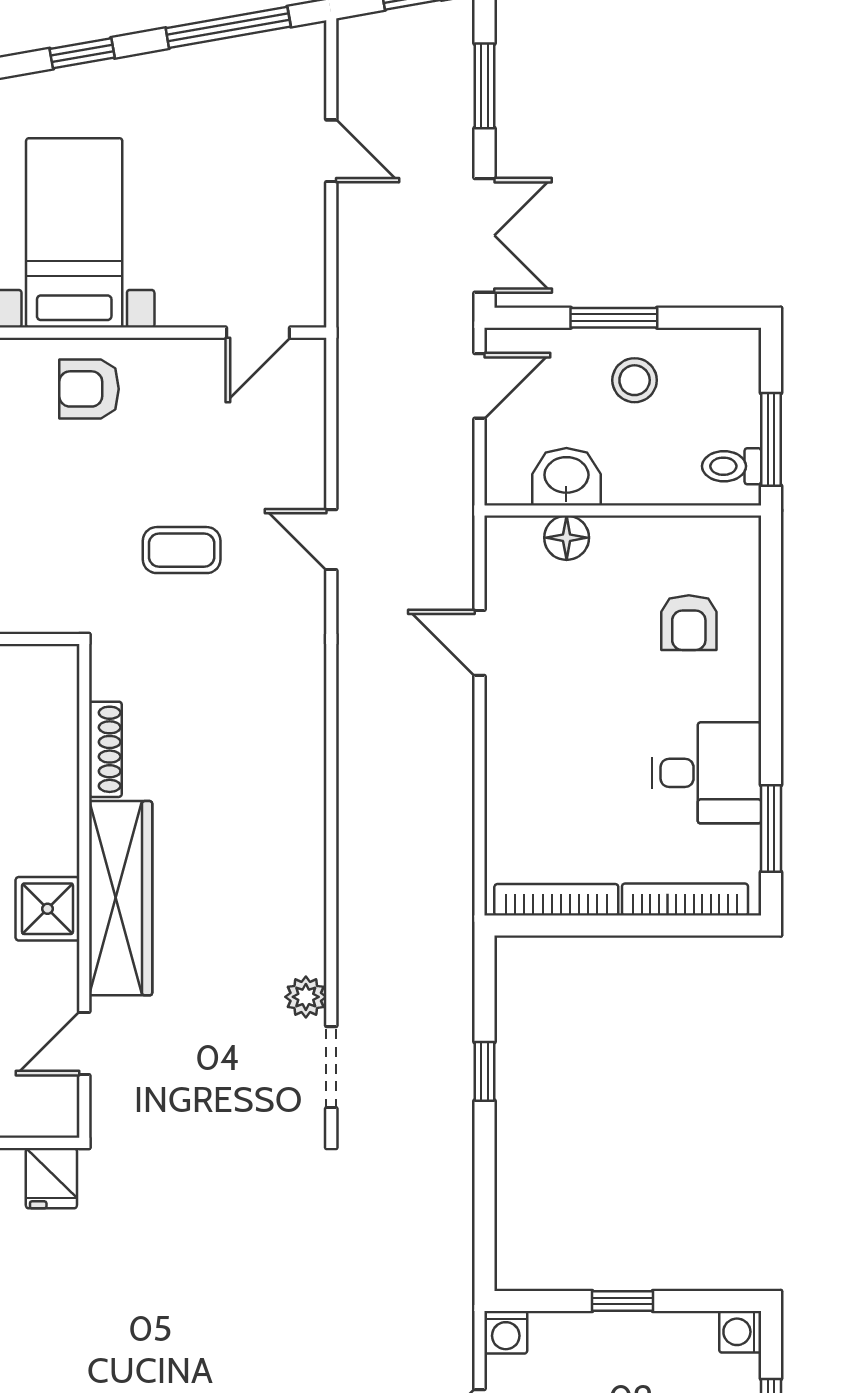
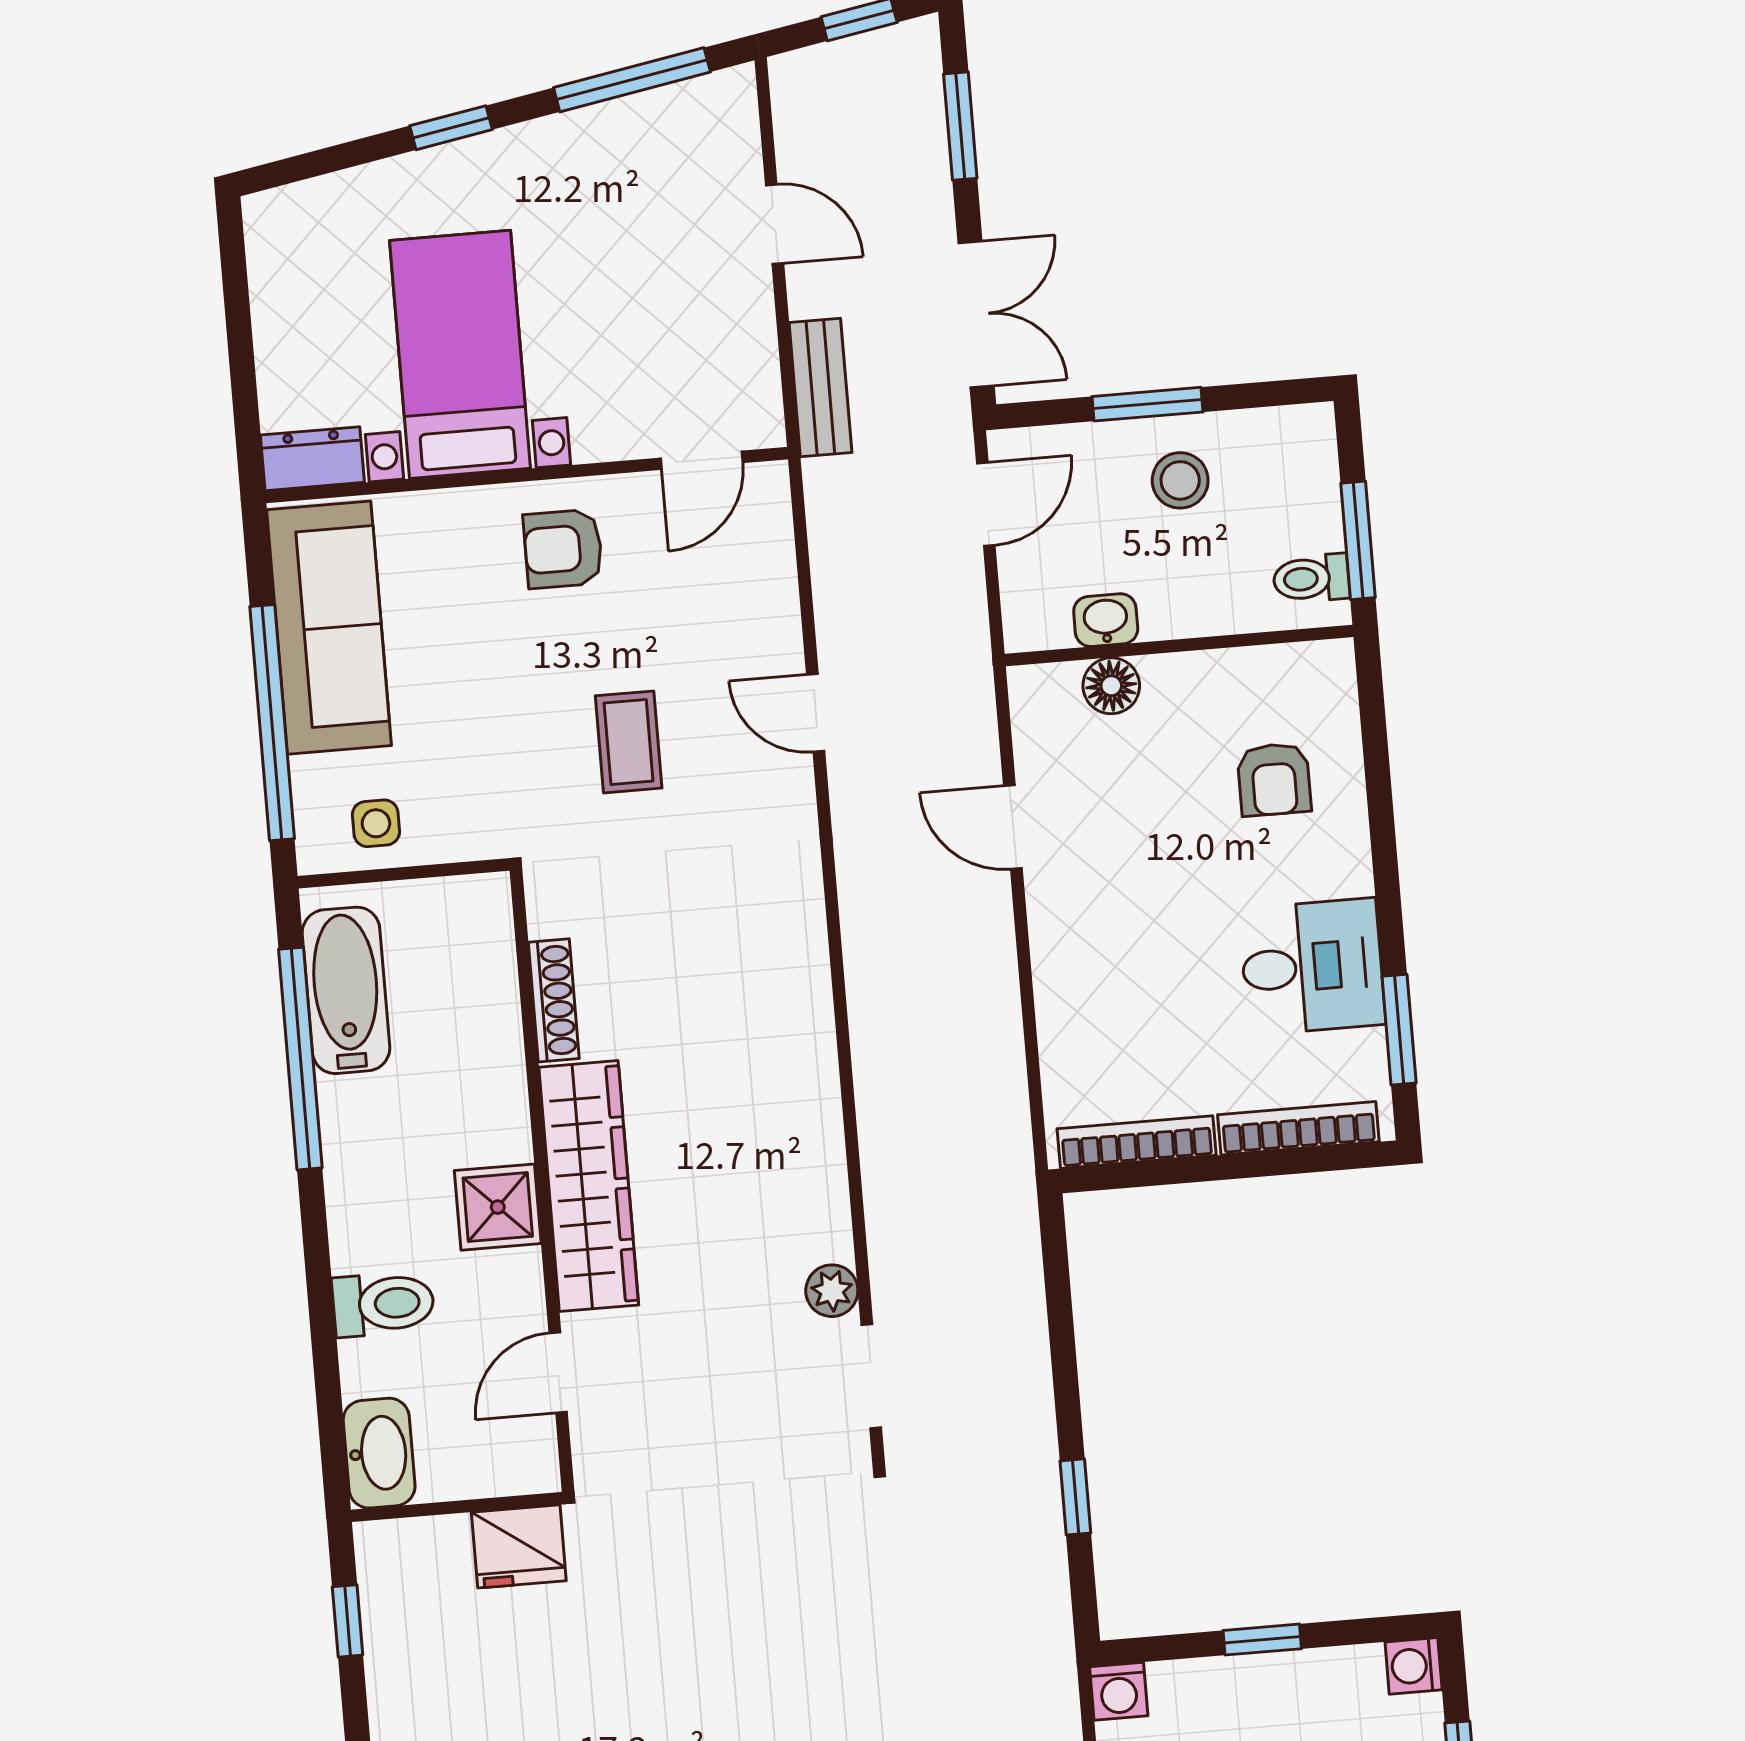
bench: (357, 283) -> (820, 388), added
armchair: (89, 389) -> (563, 549), moved
washbasin: (566, 477) -> (1106, 620), width x0.72, depth x0.69
coffee table: (182, 550) -> (629, 742), turned 90
window: (484, 1071) -> (1075, 1497), moved
fridge: (51, 1178) -> (519, 1546), width x1.38

